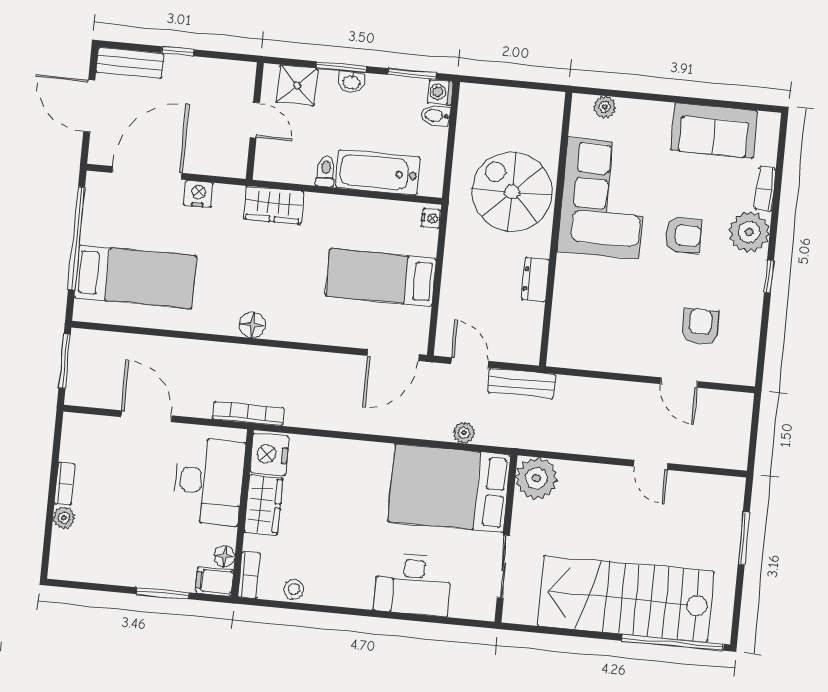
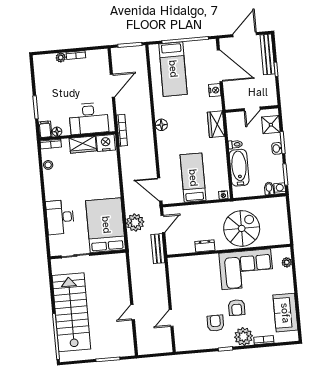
bench: (130, 63) -> (268, 54), width x1.36
armchair: (700, 326) -> (215, 323), moved, turned -90
plant: (464, 433) -> (135, 223), width x1.87, depth x1.87
plant: (536, 478) -> (117, 263), removed

